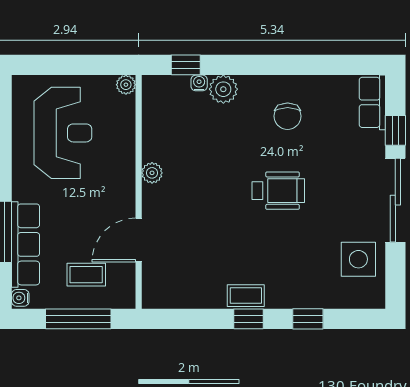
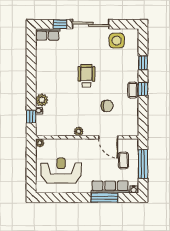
chair: (288, 116) -> (107, 106), moved

